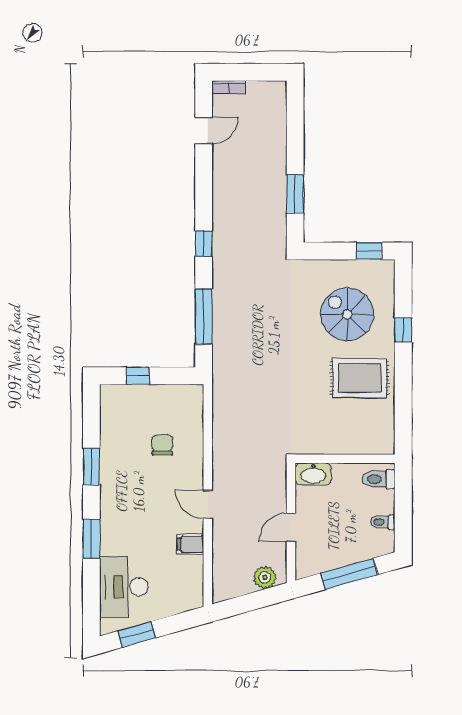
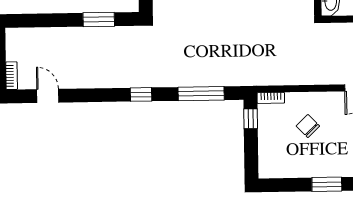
window: (138, 376) -> (251, 119), moved
bookcase: (197, 400) -> (271, 98), added
chair: (162, 445) -> (308, 126), turned 46

